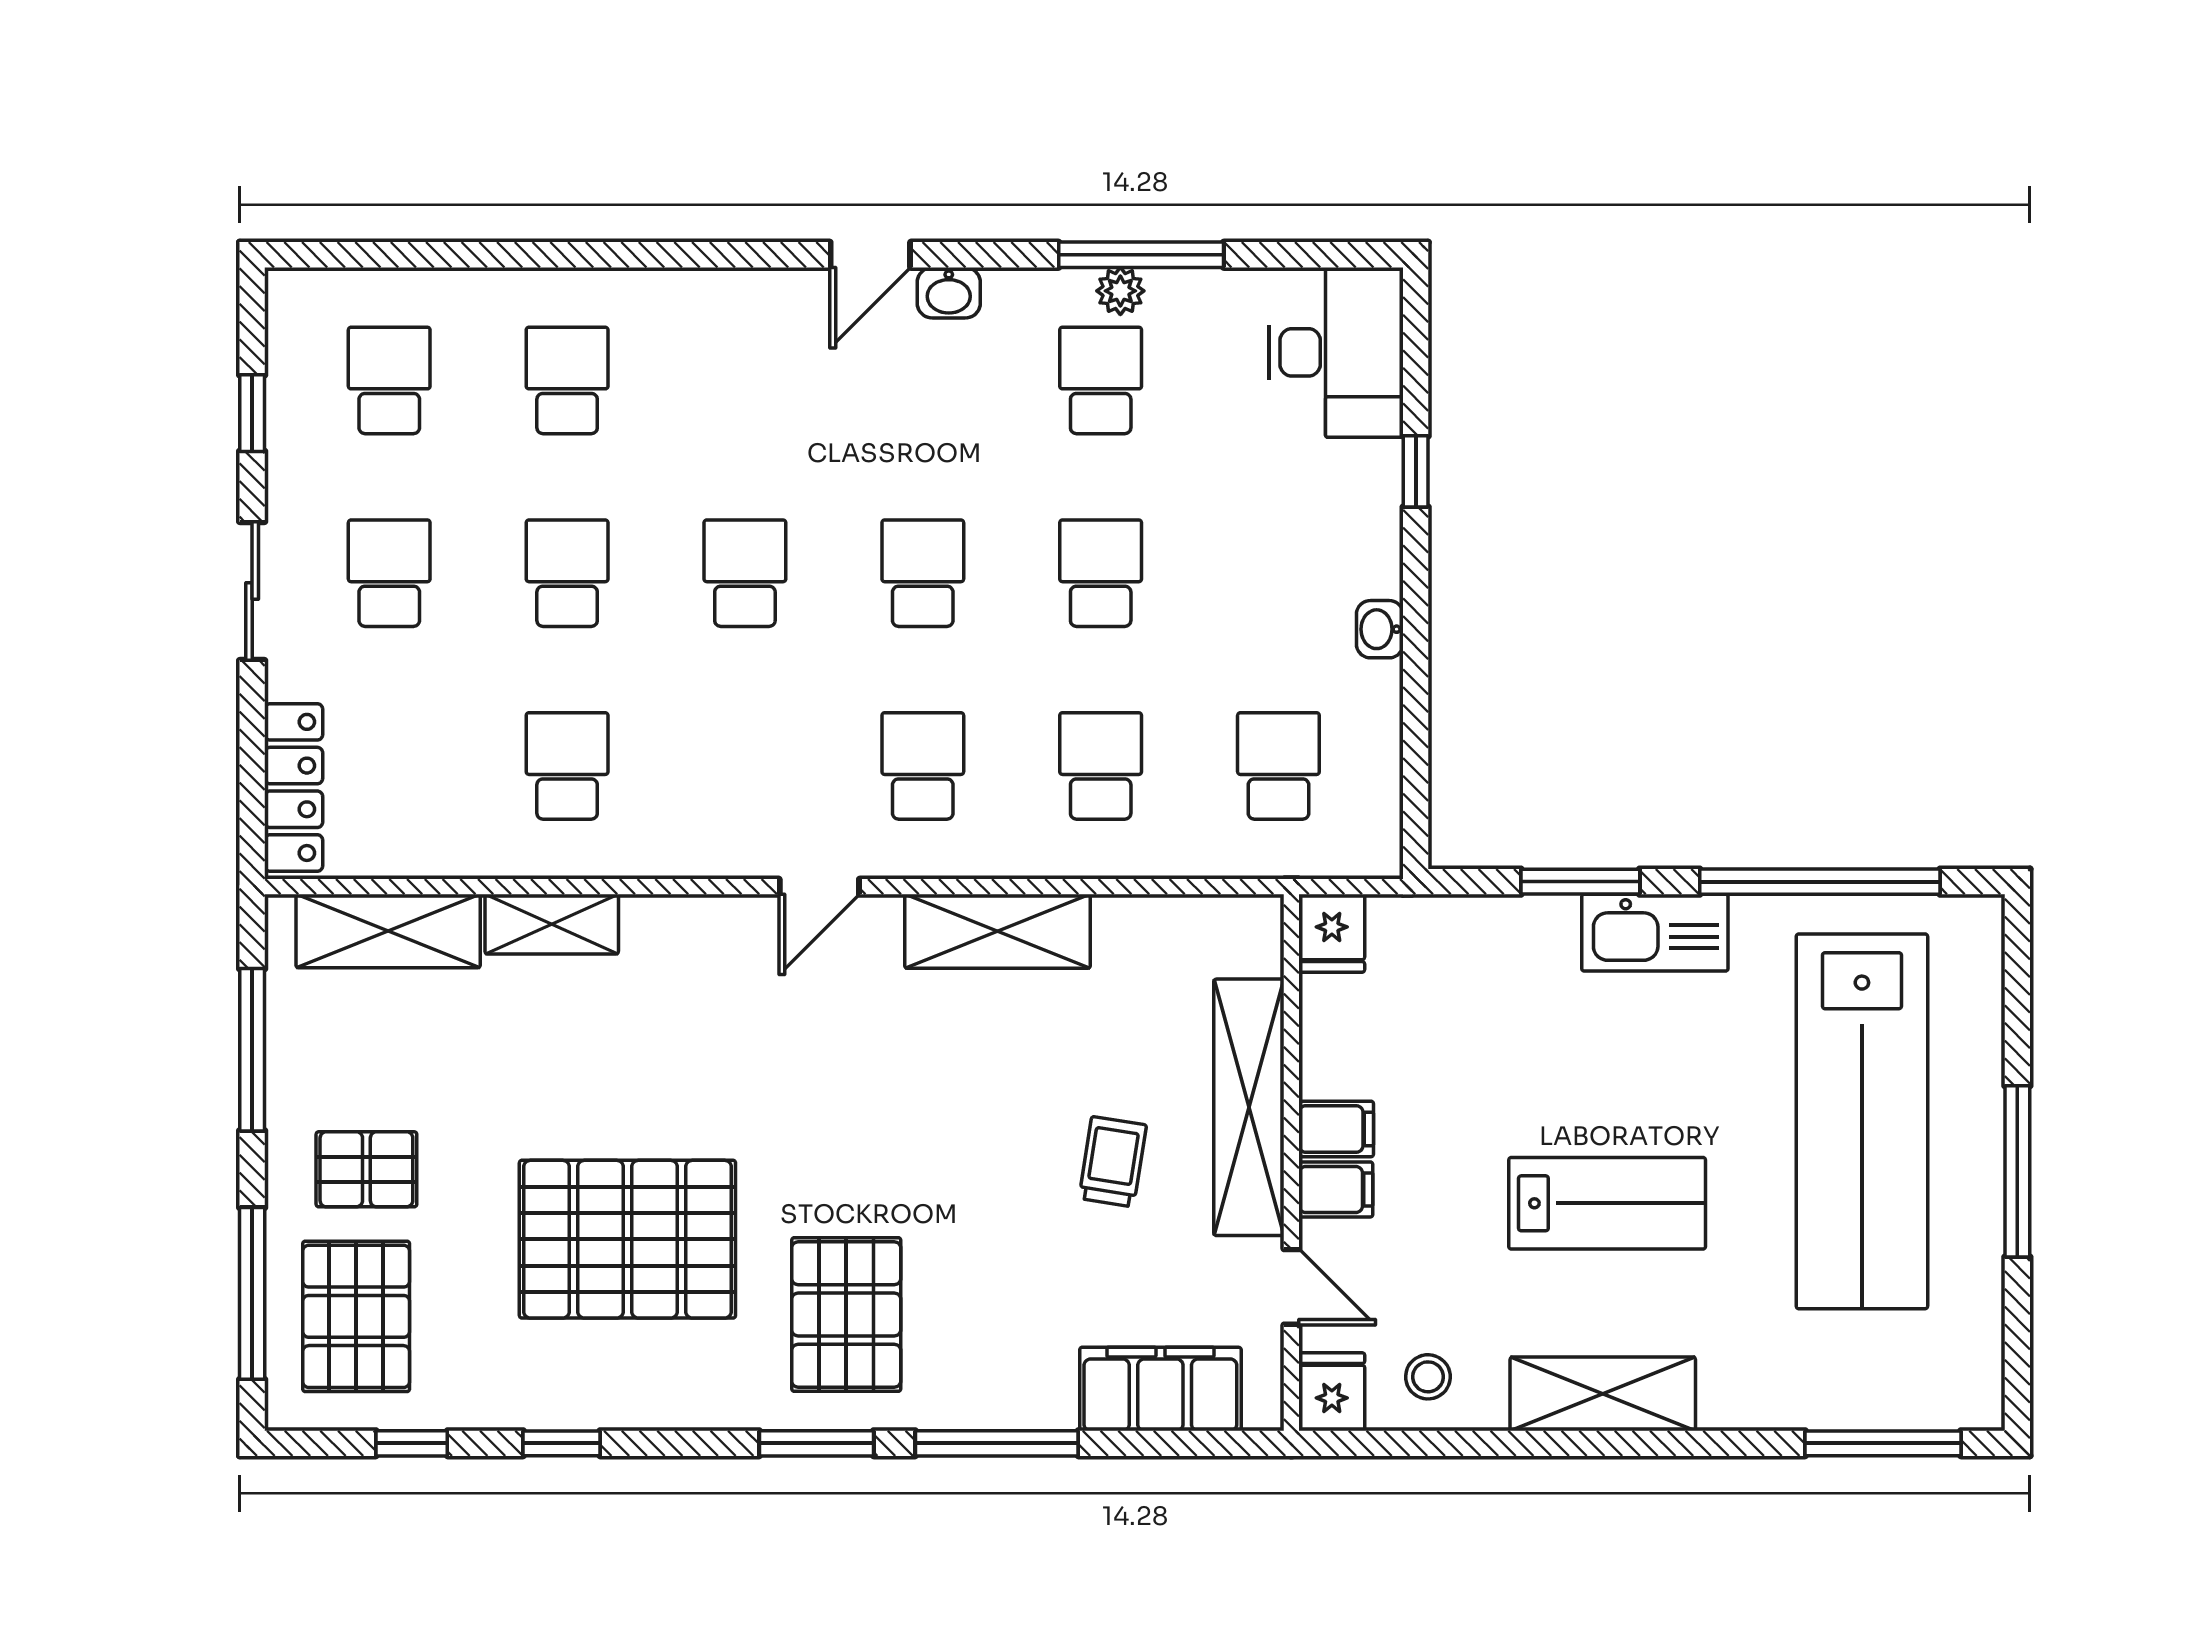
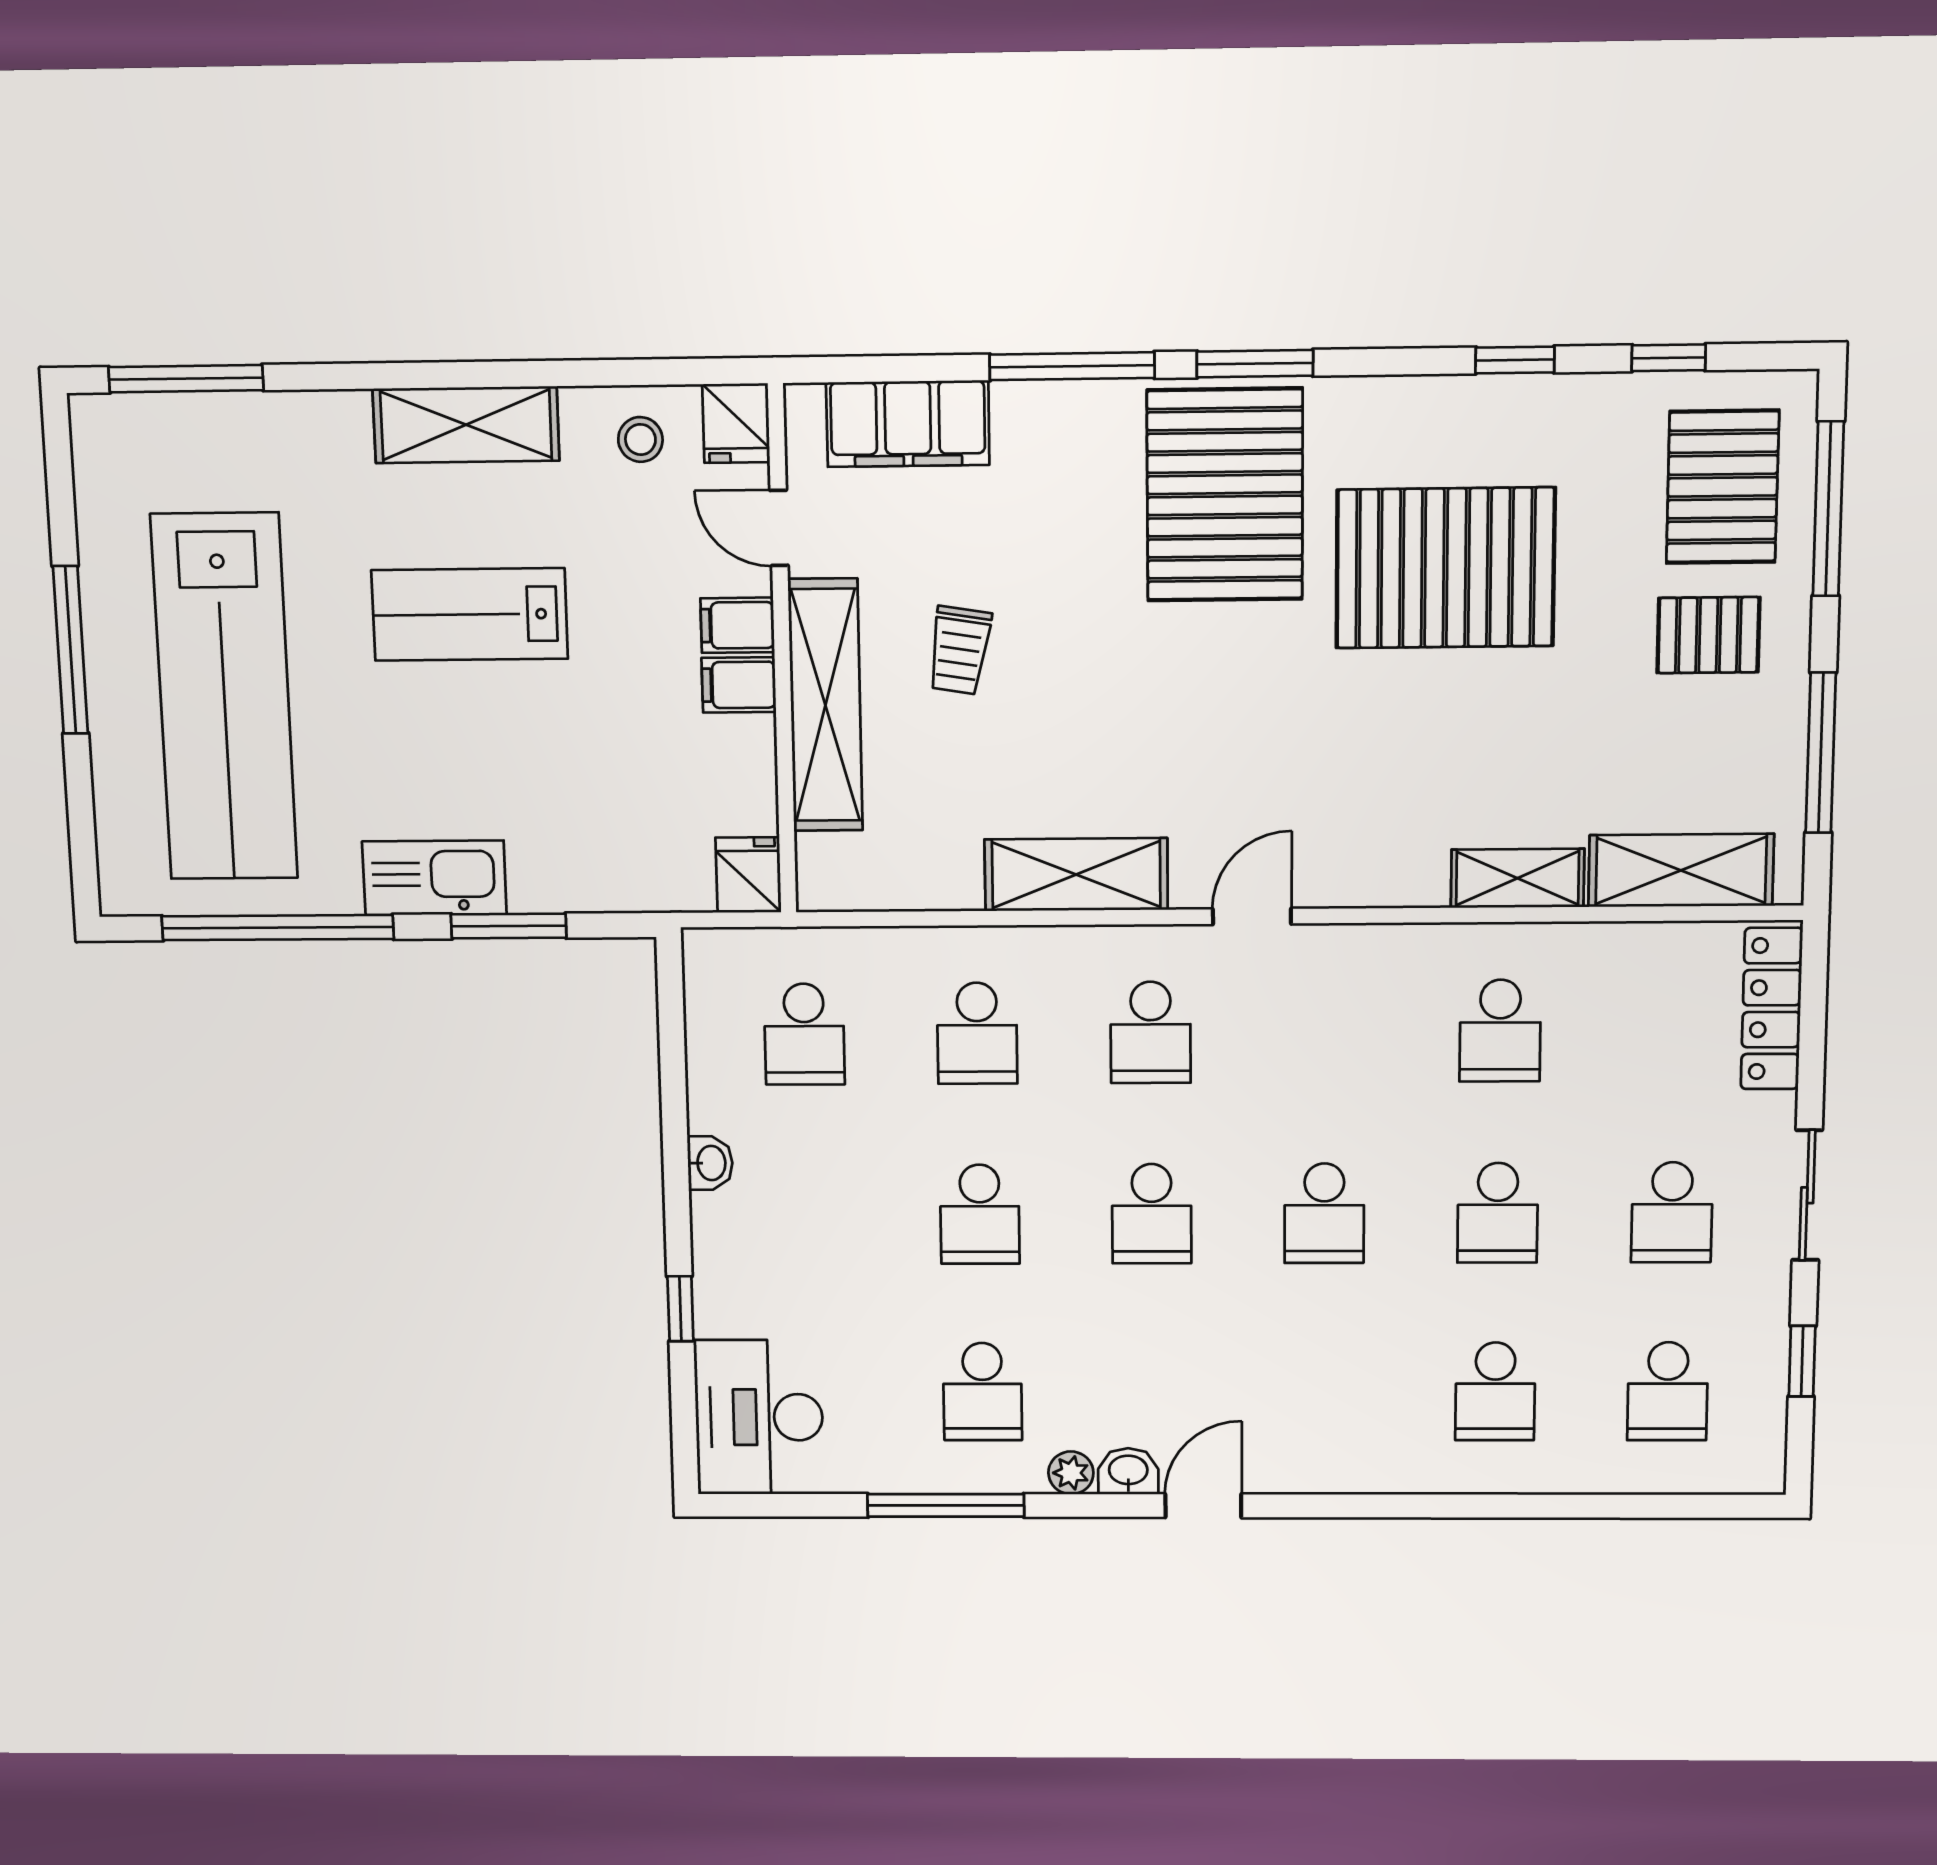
plant: (1120, 291) -> (1071, 1473), moved
lab bench: (1862, 1121) -> (224, 697), turned 180
pallet: (846, 1315) -> (1225, 495), width x1.37, depth x1.41

